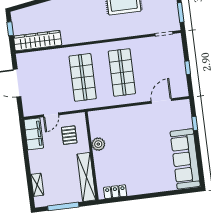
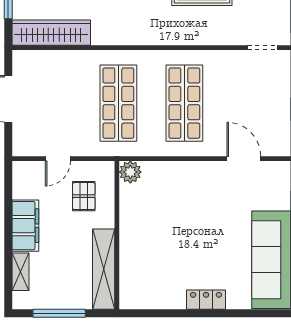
door: (161, 101) -> (244, 159), hinge flipped
filing cabinet: (34, 134) -> (25, 226), moved
plant: (98, 144) -> (130, 172), moved
locker: (115, 192) -> (206, 300), moved

